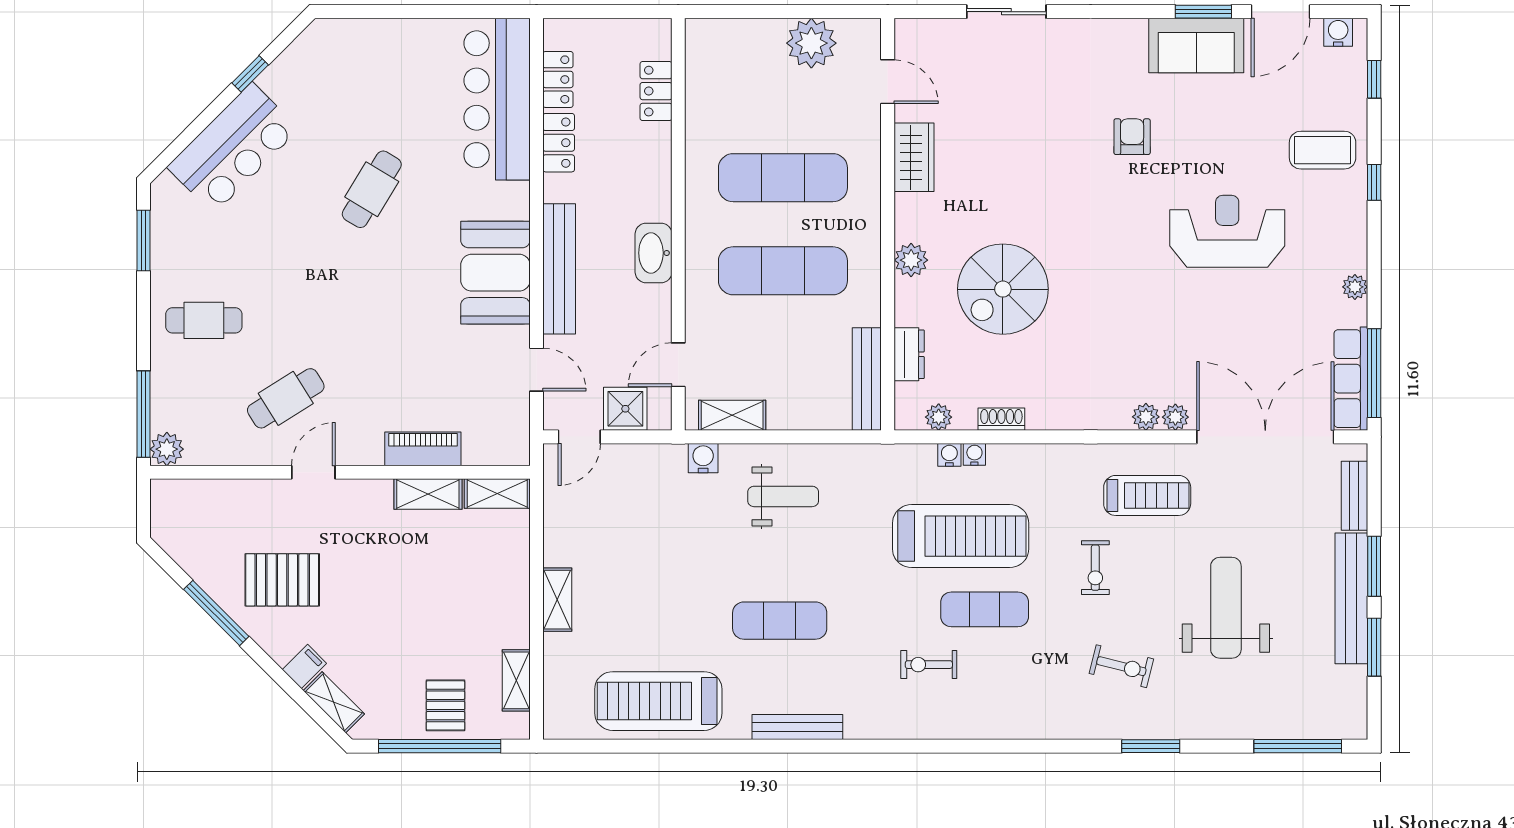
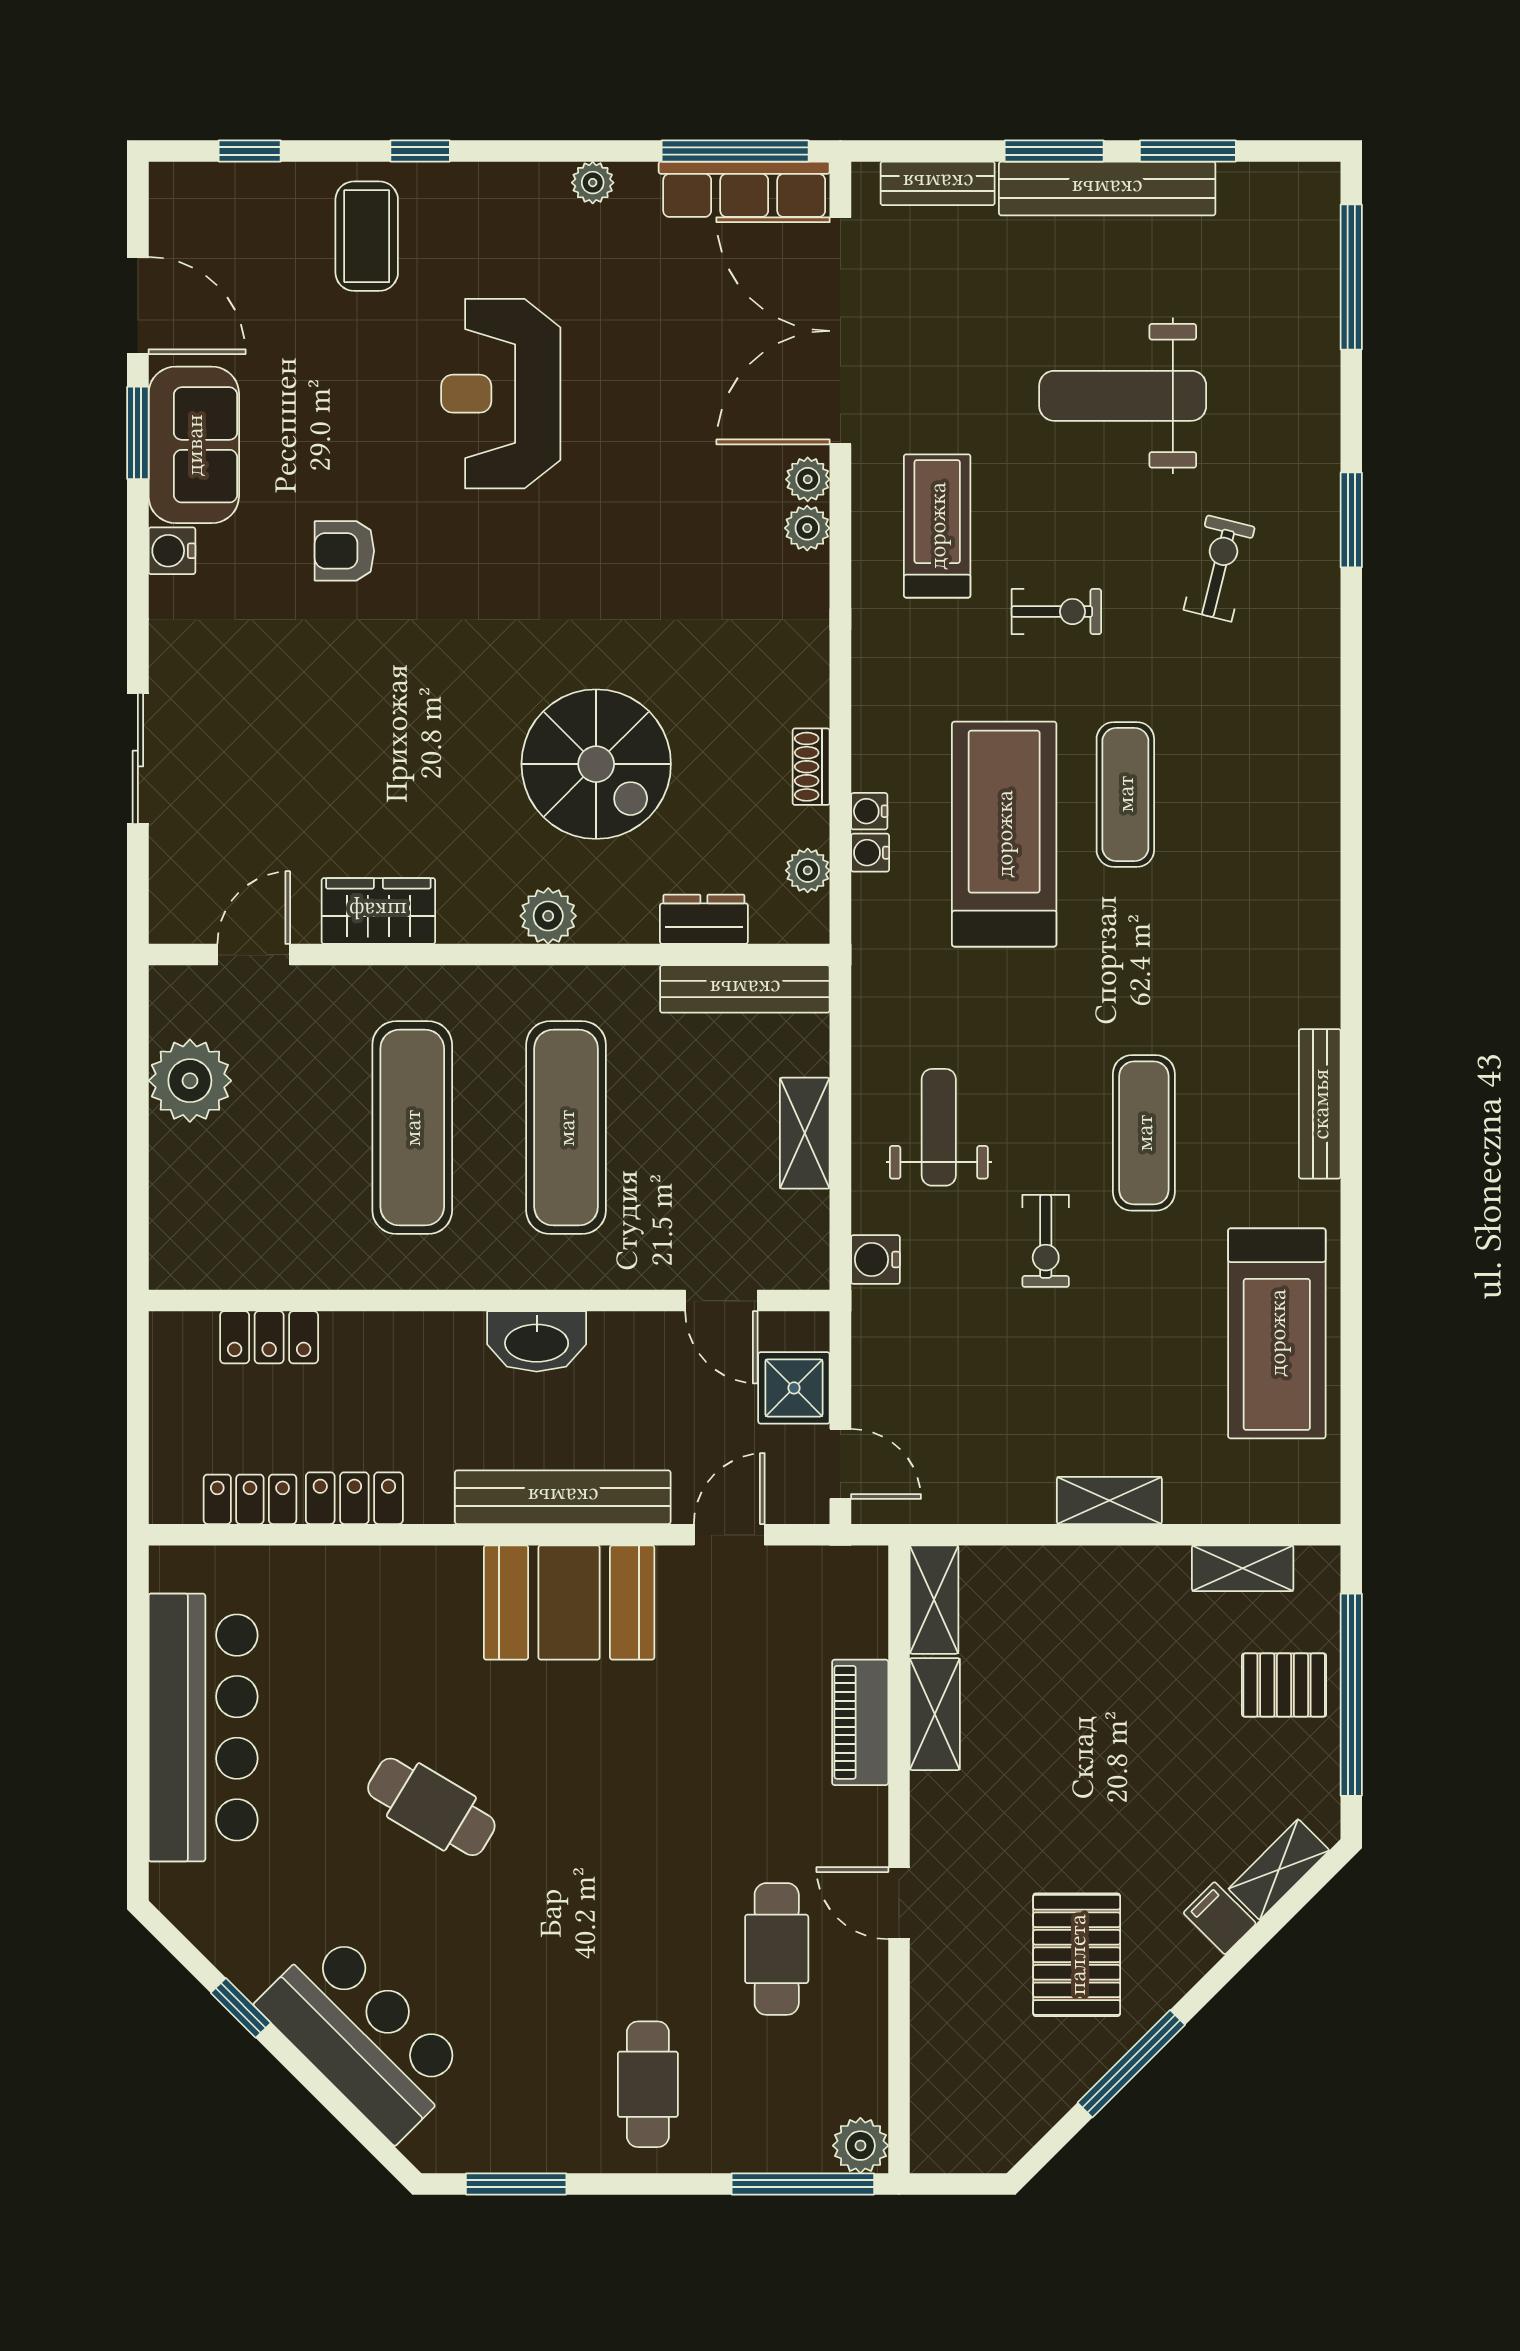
water cooler: (1338, 32) -> (172, 551), moved
bar counter: (497, 99) -> (203, 1727), moved, turned -90
cafe table: (286, 398) -> (777, 1949), turned 32
shelving: (732, 415) -> (805, 1133), moved
exercise bike: (929, 665) -> (1046, 1241), moved

